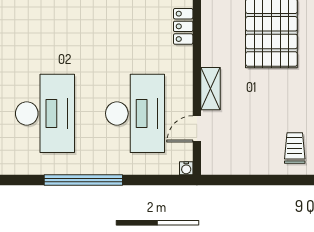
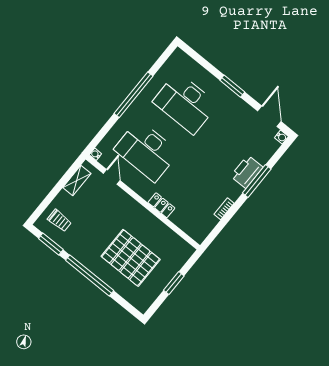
locker: (183, 26) -> (161, 205), moved
shelving: (211, 89) -> (77, 180), moved, turned 90

